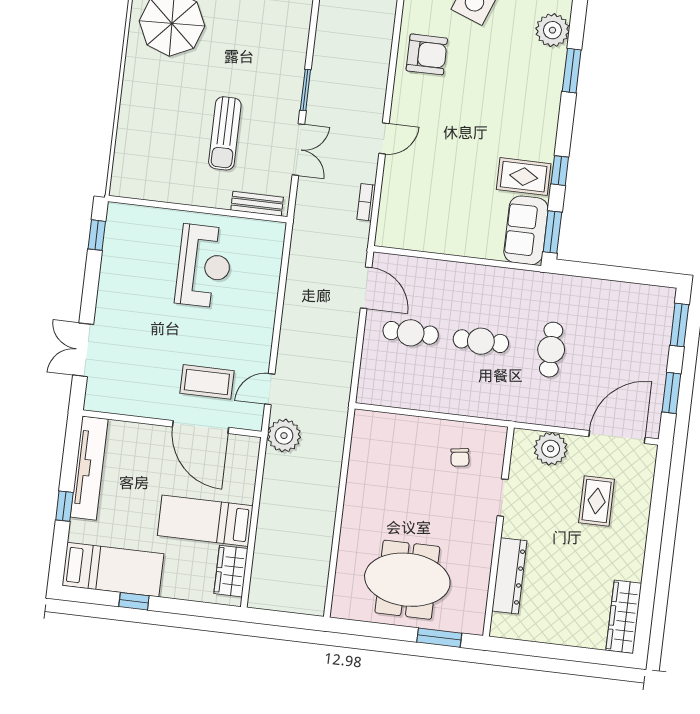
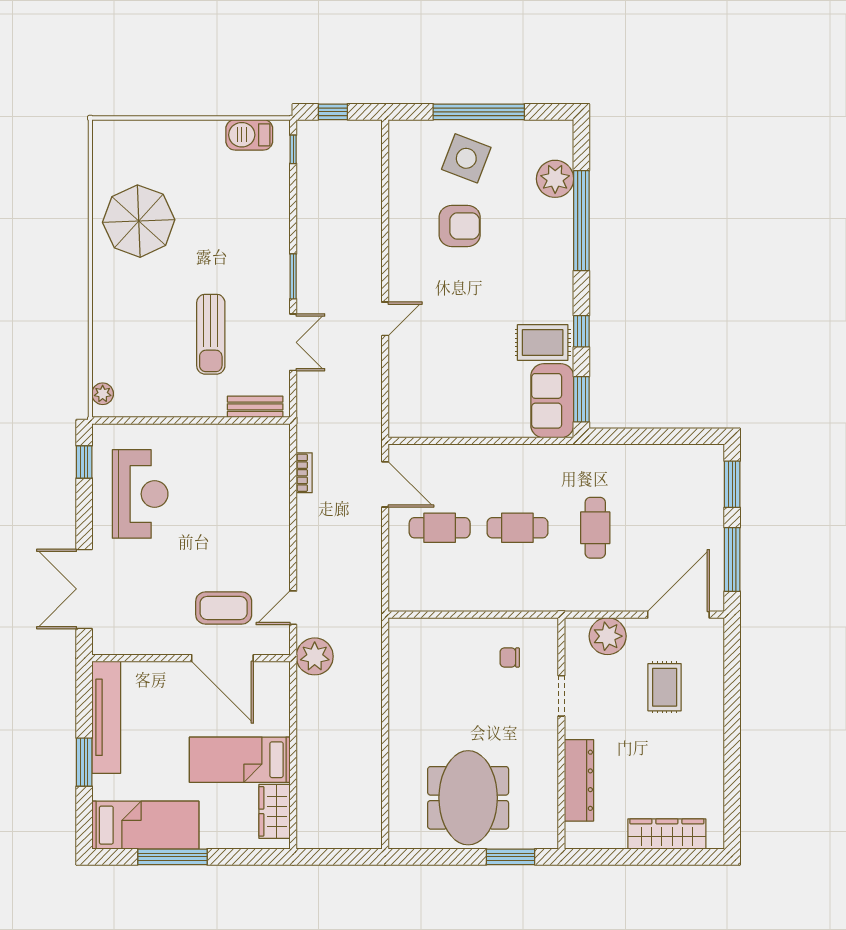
armchair: (427, 54) -> (460, 226), moved
window: (572, 71) -> (581, 221), width x2.11
plant: (121, 175) -> (103, 394), added
bookcase: (366, 202) -> (304, 473), moved, turned 180
reception desk: (204, 266) -> (140, 494), moved
double door: (83, 350) -> (84, 589), width x1.37
window: (671, 393) -> (732, 559), width x1.44
chair: (460, 457) -> (510, 657), turned 98
window: (64, 506) -> (84, 762), width x1.50
meeting table: (407, 580) -> (468, 798), turned 90
window: (134, 601) -> (172, 857), width x2.17
wardrobe: (624, 617) -> (667, 834), moved, turned 90

